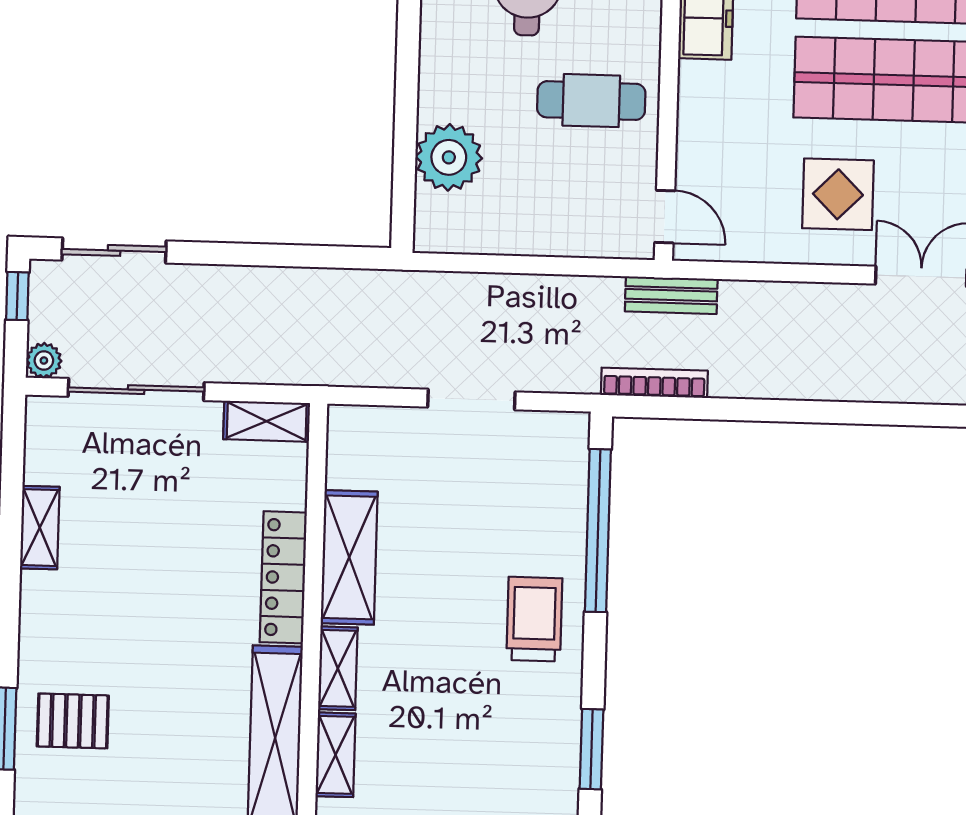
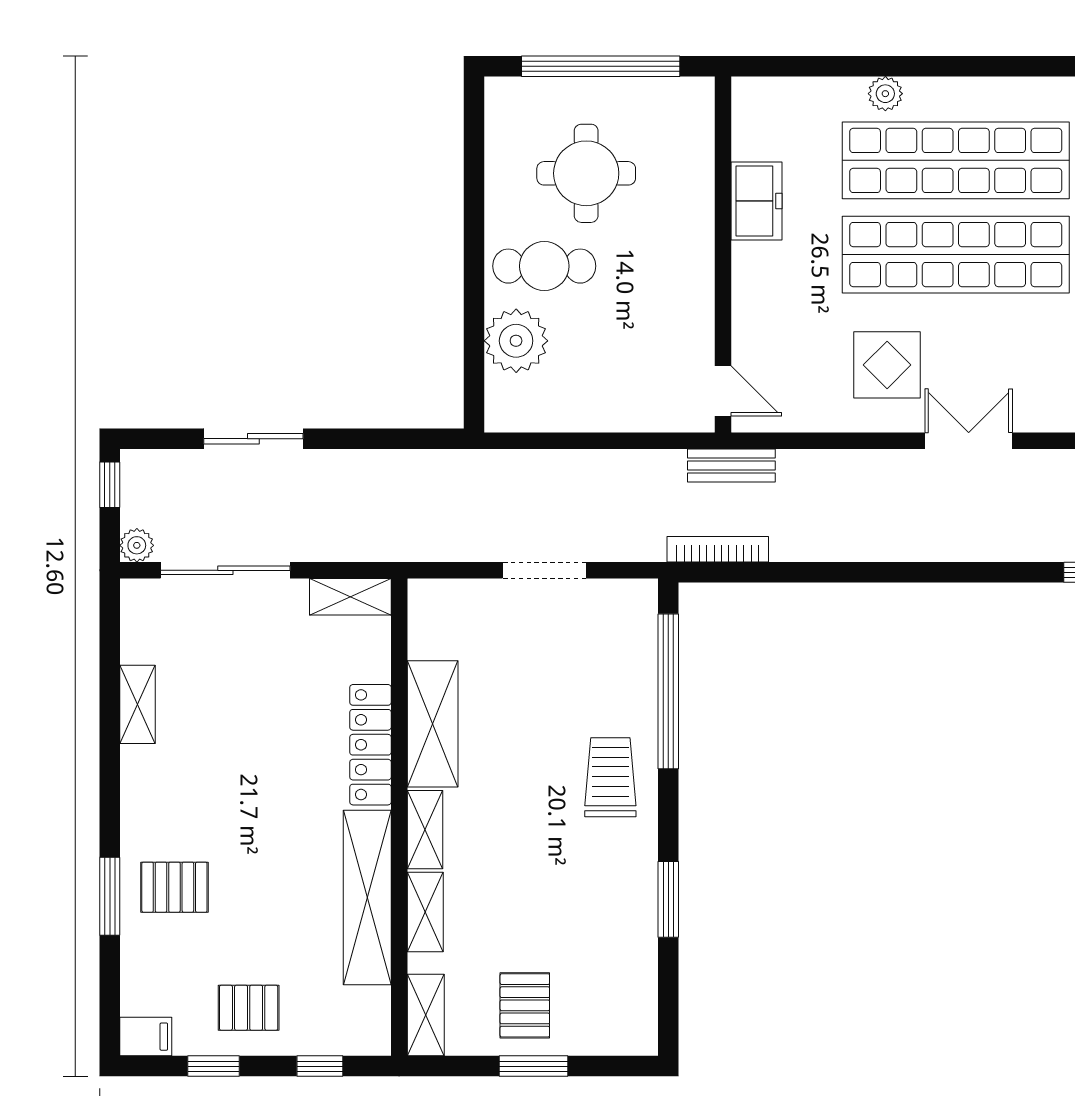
cafe table: (591, 101) -> (544, 266), moved
sliding door: (114, 250) -> (253, 439), moved

